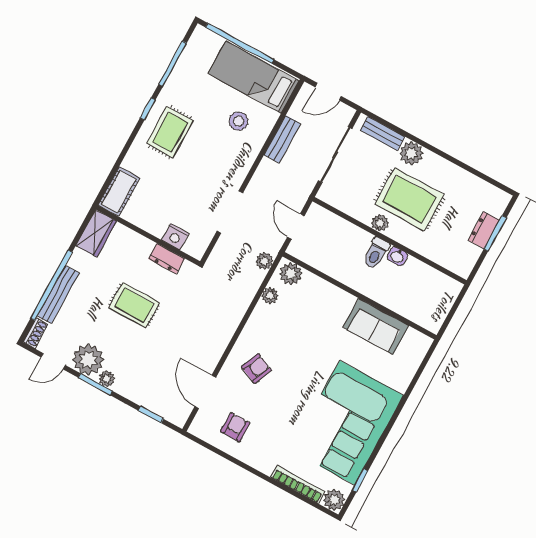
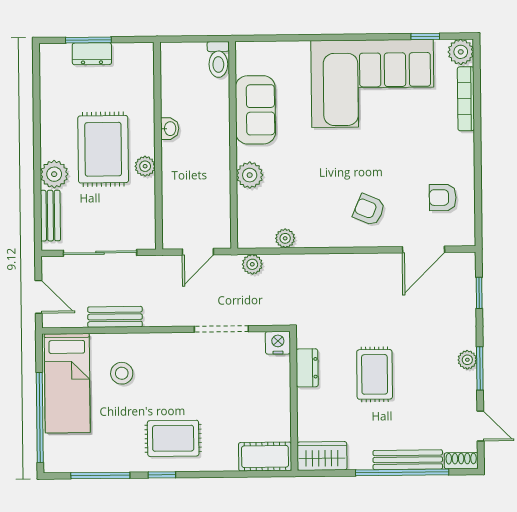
nightstand: (175, 237) -> (278, 343), moved, turned -90
toilet: (376, 253) -> (218, 59), moved, turned 90
plant: (291, 274) -> (250, 175), moved
plant: (88, 360) -> (458, 390), removed

